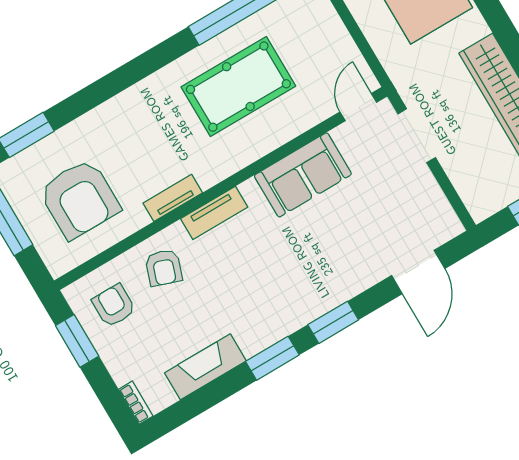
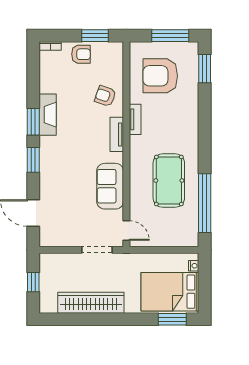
armchair: (114, 306) -> (81, 54), moved
fireplace: (205, 367) -> (48, 115), moved

